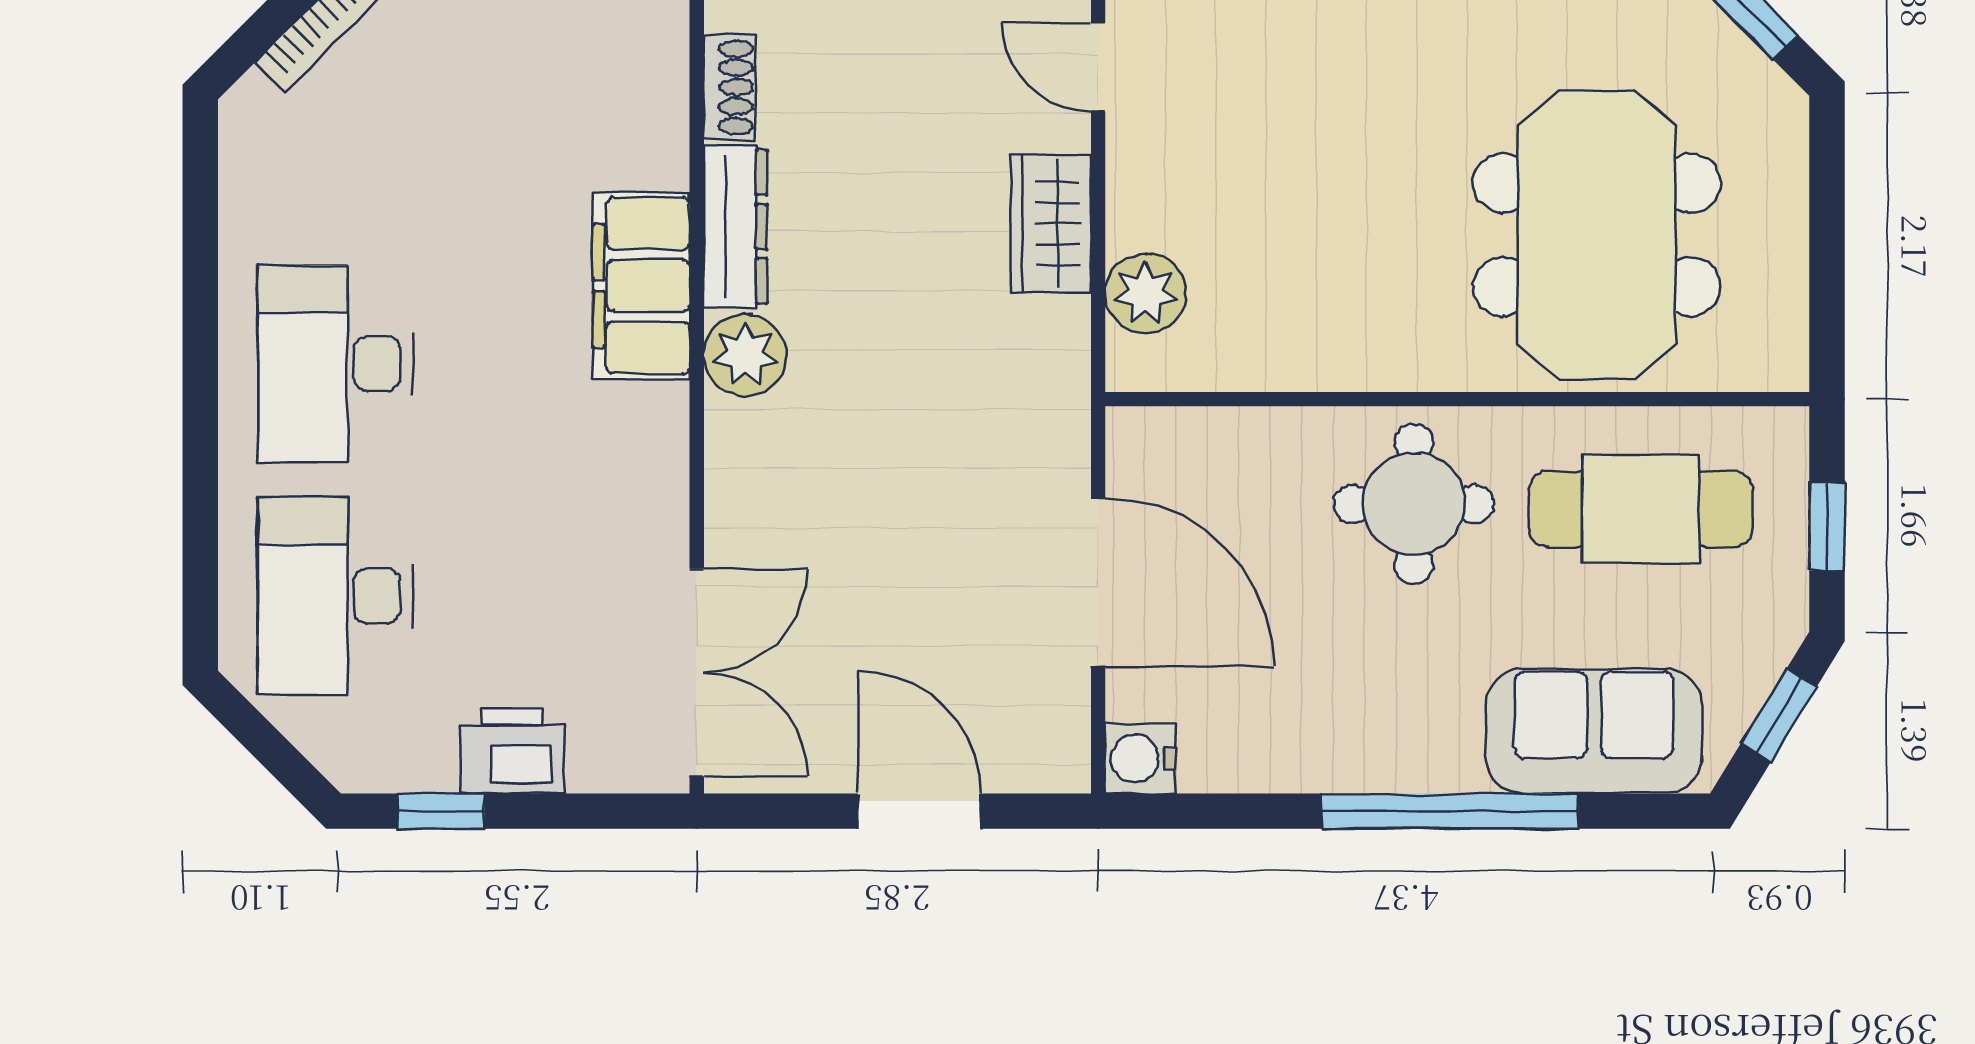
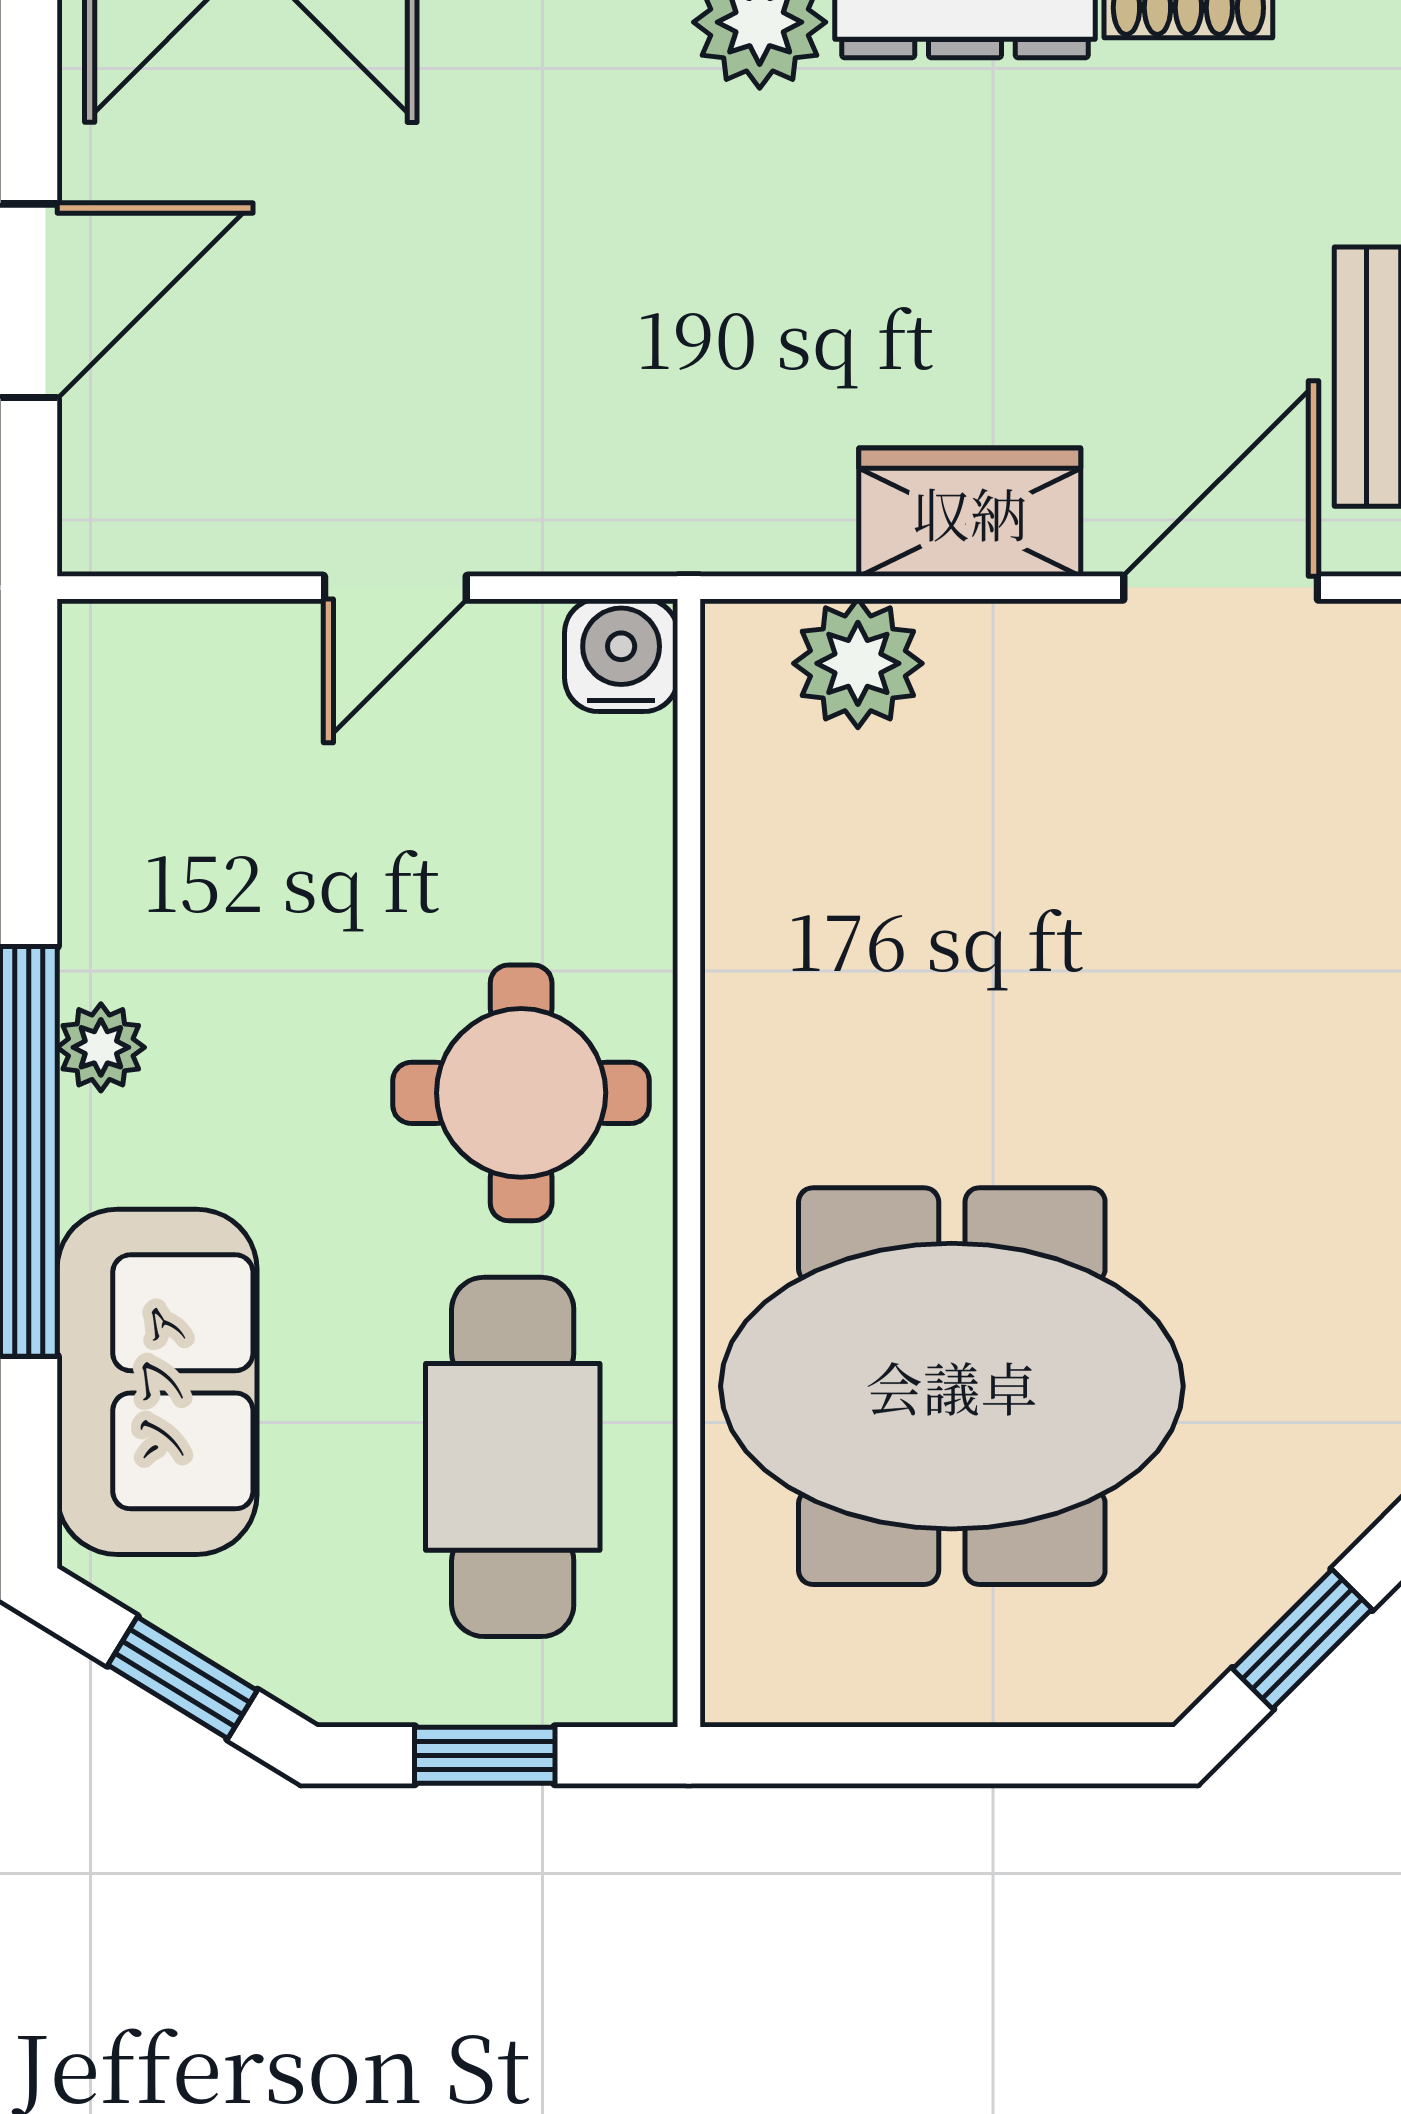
door: (1098, 67) -> (1221, 588), width x1.38
door: (1098, 582) -> (395, 588), width x0.53
water cooler: (1140, 758) -> (621, 655), moved
plant: (1385, 766) -> (101, 1047), added

